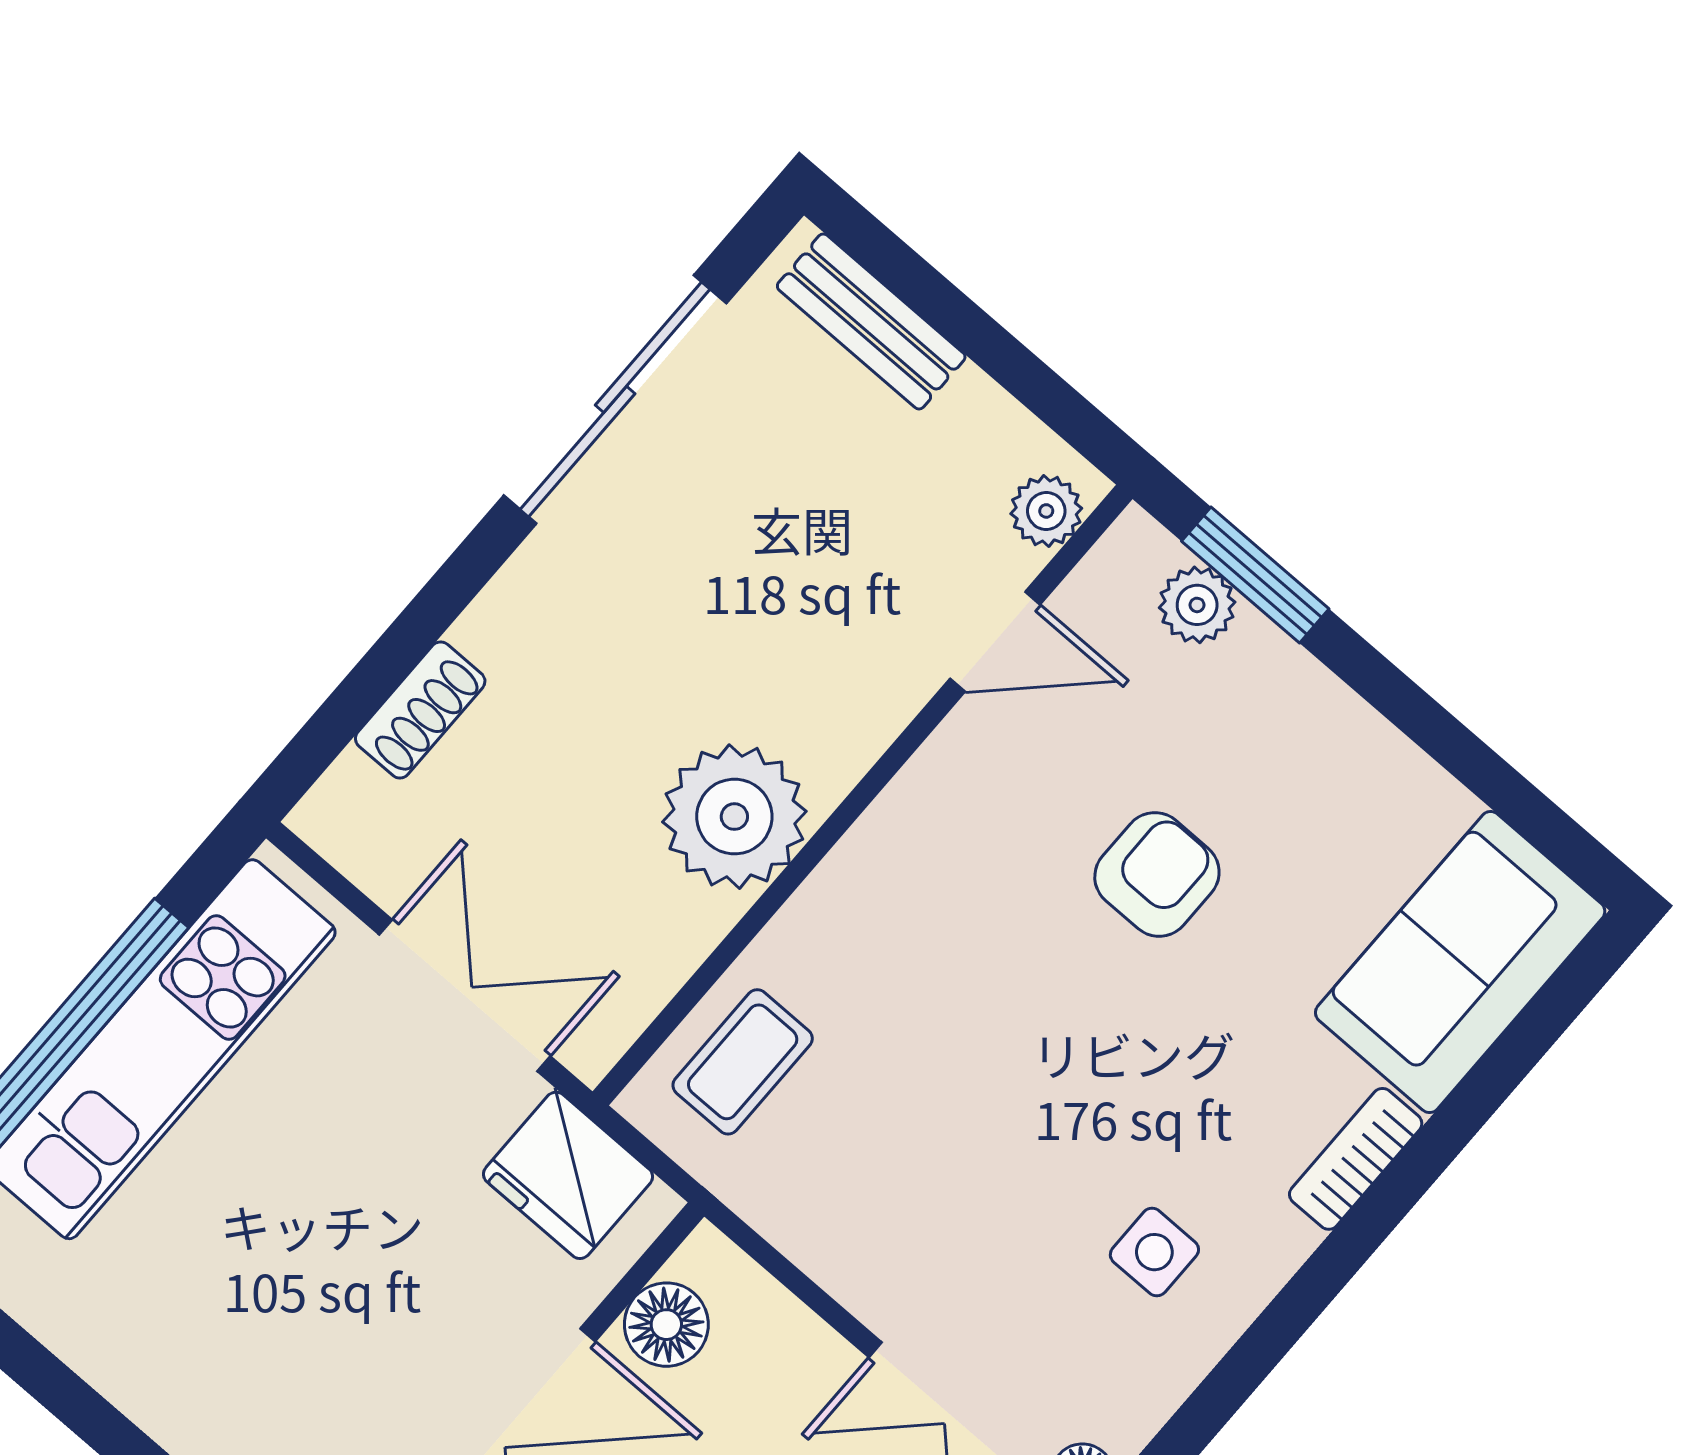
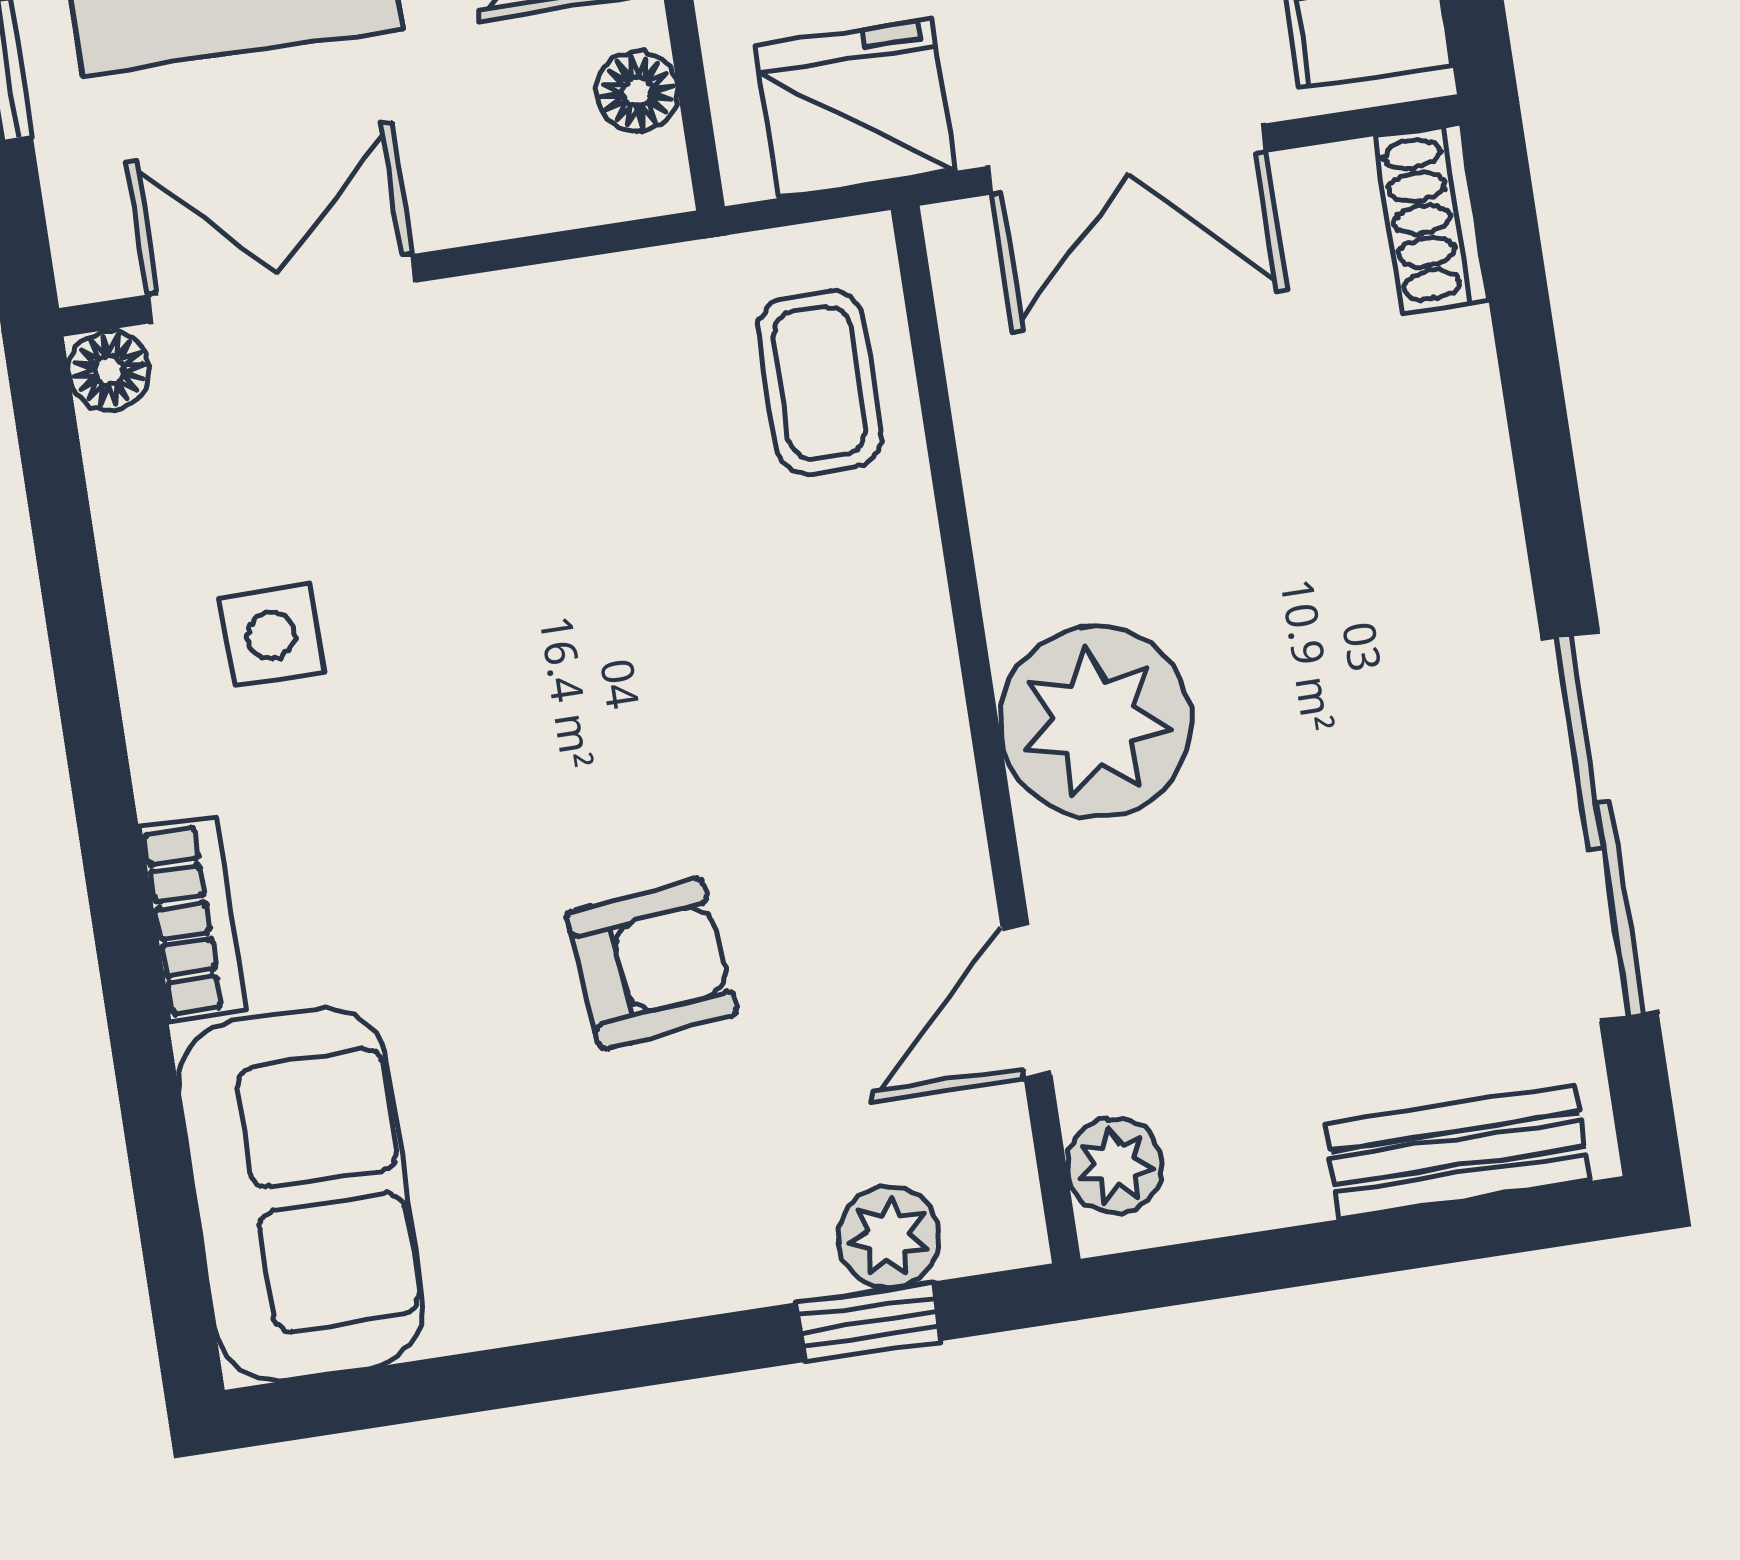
window: (1255, 575) -> (869, 1322), width x0.67
shoe rack: (420, 710) -> (1432, 218), moved
plant: (734, 817) -> (1095, 722), moved
armchair: (1157, 874) -> (651, 964), turned -96
floor lamp: (666, 1325) -> (637, 92), width x0.73, depth x0.73

